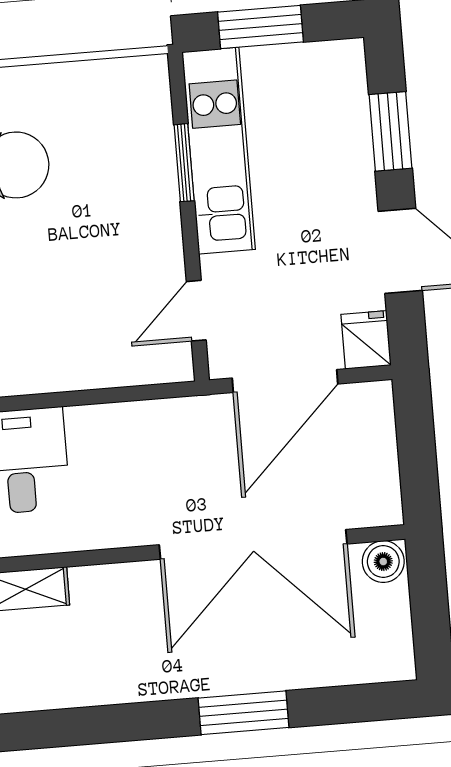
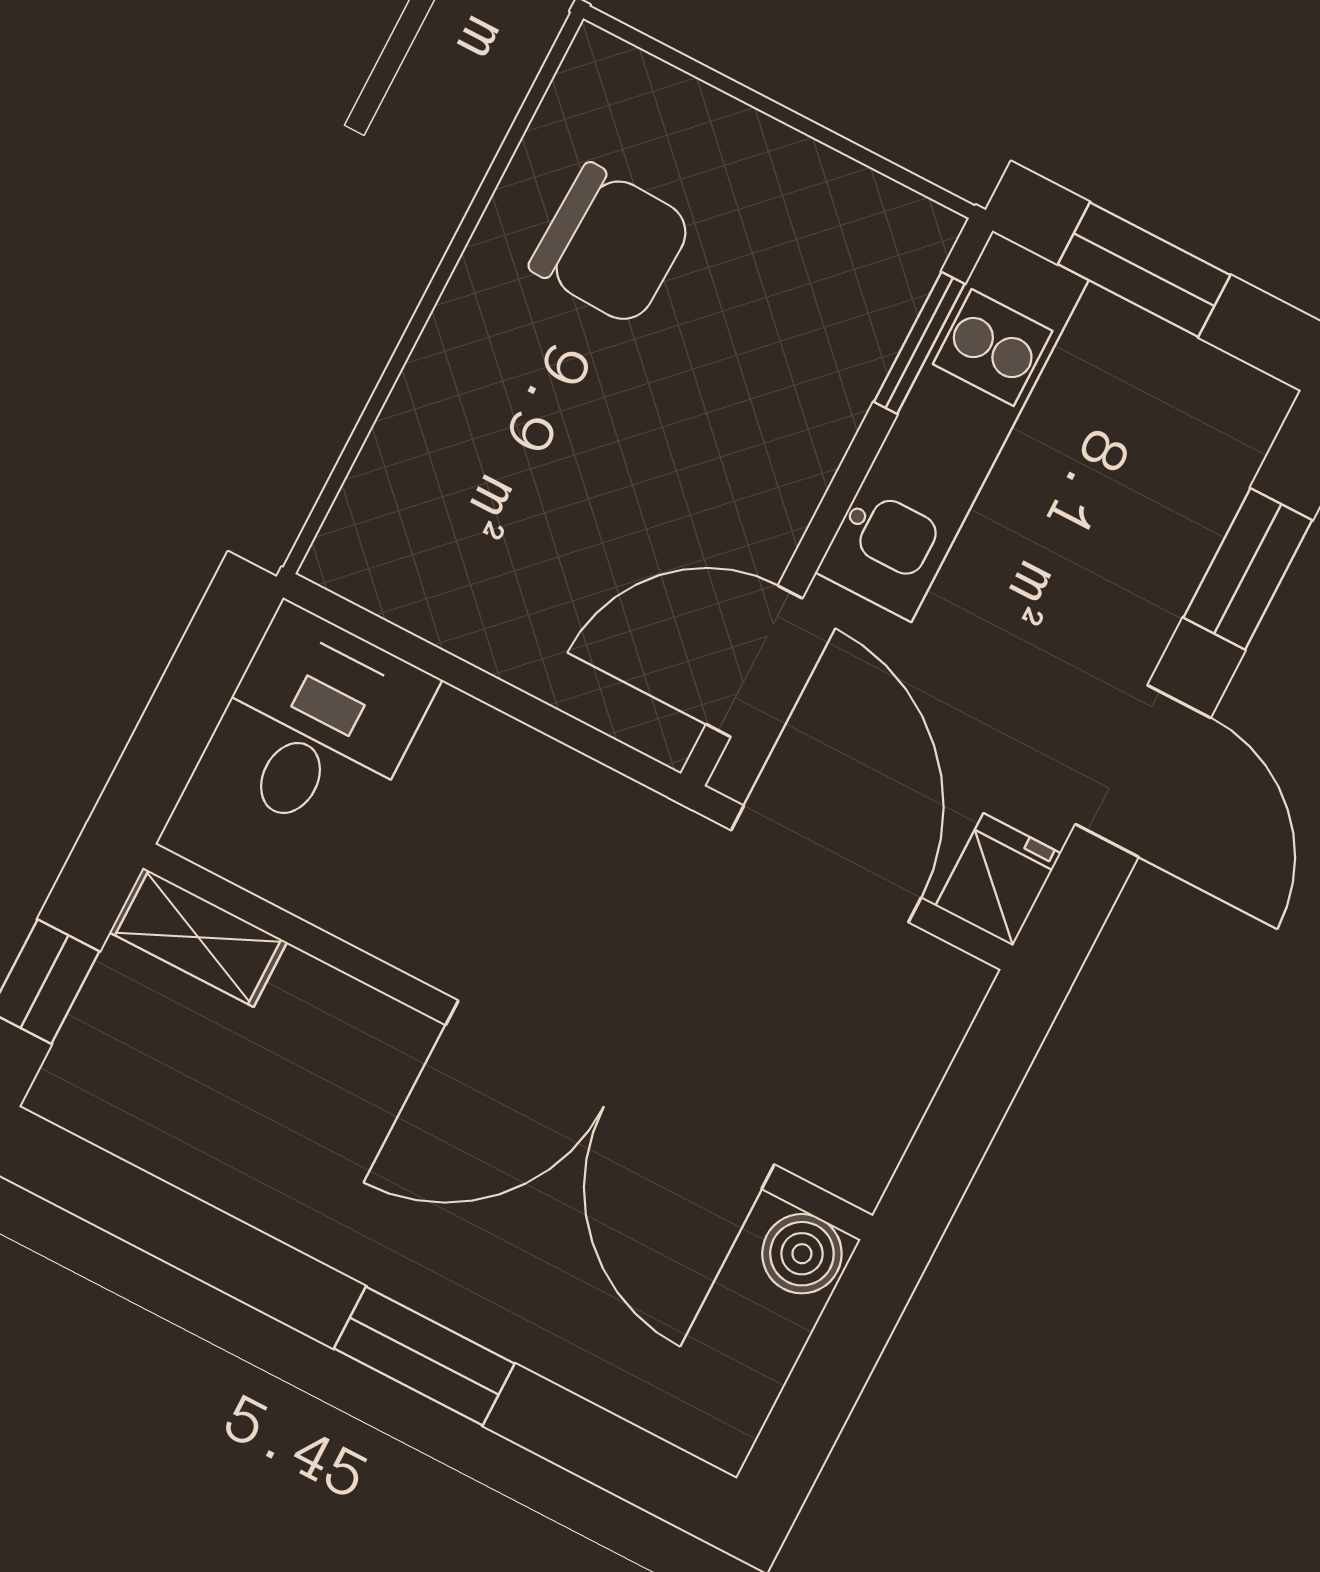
window: (184, 163) -> (919, 343), moved
door: (196, 311) -> (754, 661), width x1.38
door: (285, 381) -> (826, 864), swing flipped

